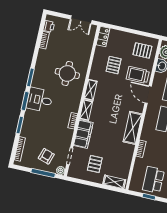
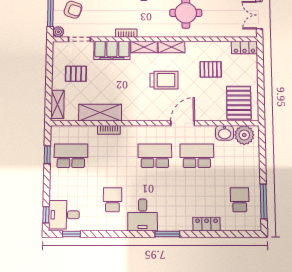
pallet: (142, 50) -> (239, 103), width x1.50, depth x1.42
trolley: (138, 75) -> (164, 80), moved, turned 90
shelving: (133, 128) -> (100, 113), moved

